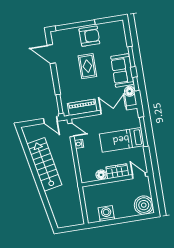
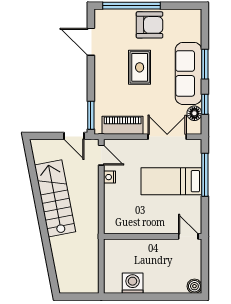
sofa: (122, 70) -> (188, 73), width x1.36
wardrobe: (117, 171) -> (158, 225), removed
floor lamp: (101, 175) -> (134, 227), removed
boiler: (144, 205) -> (194, 286), width x0.54, depth x0.54

